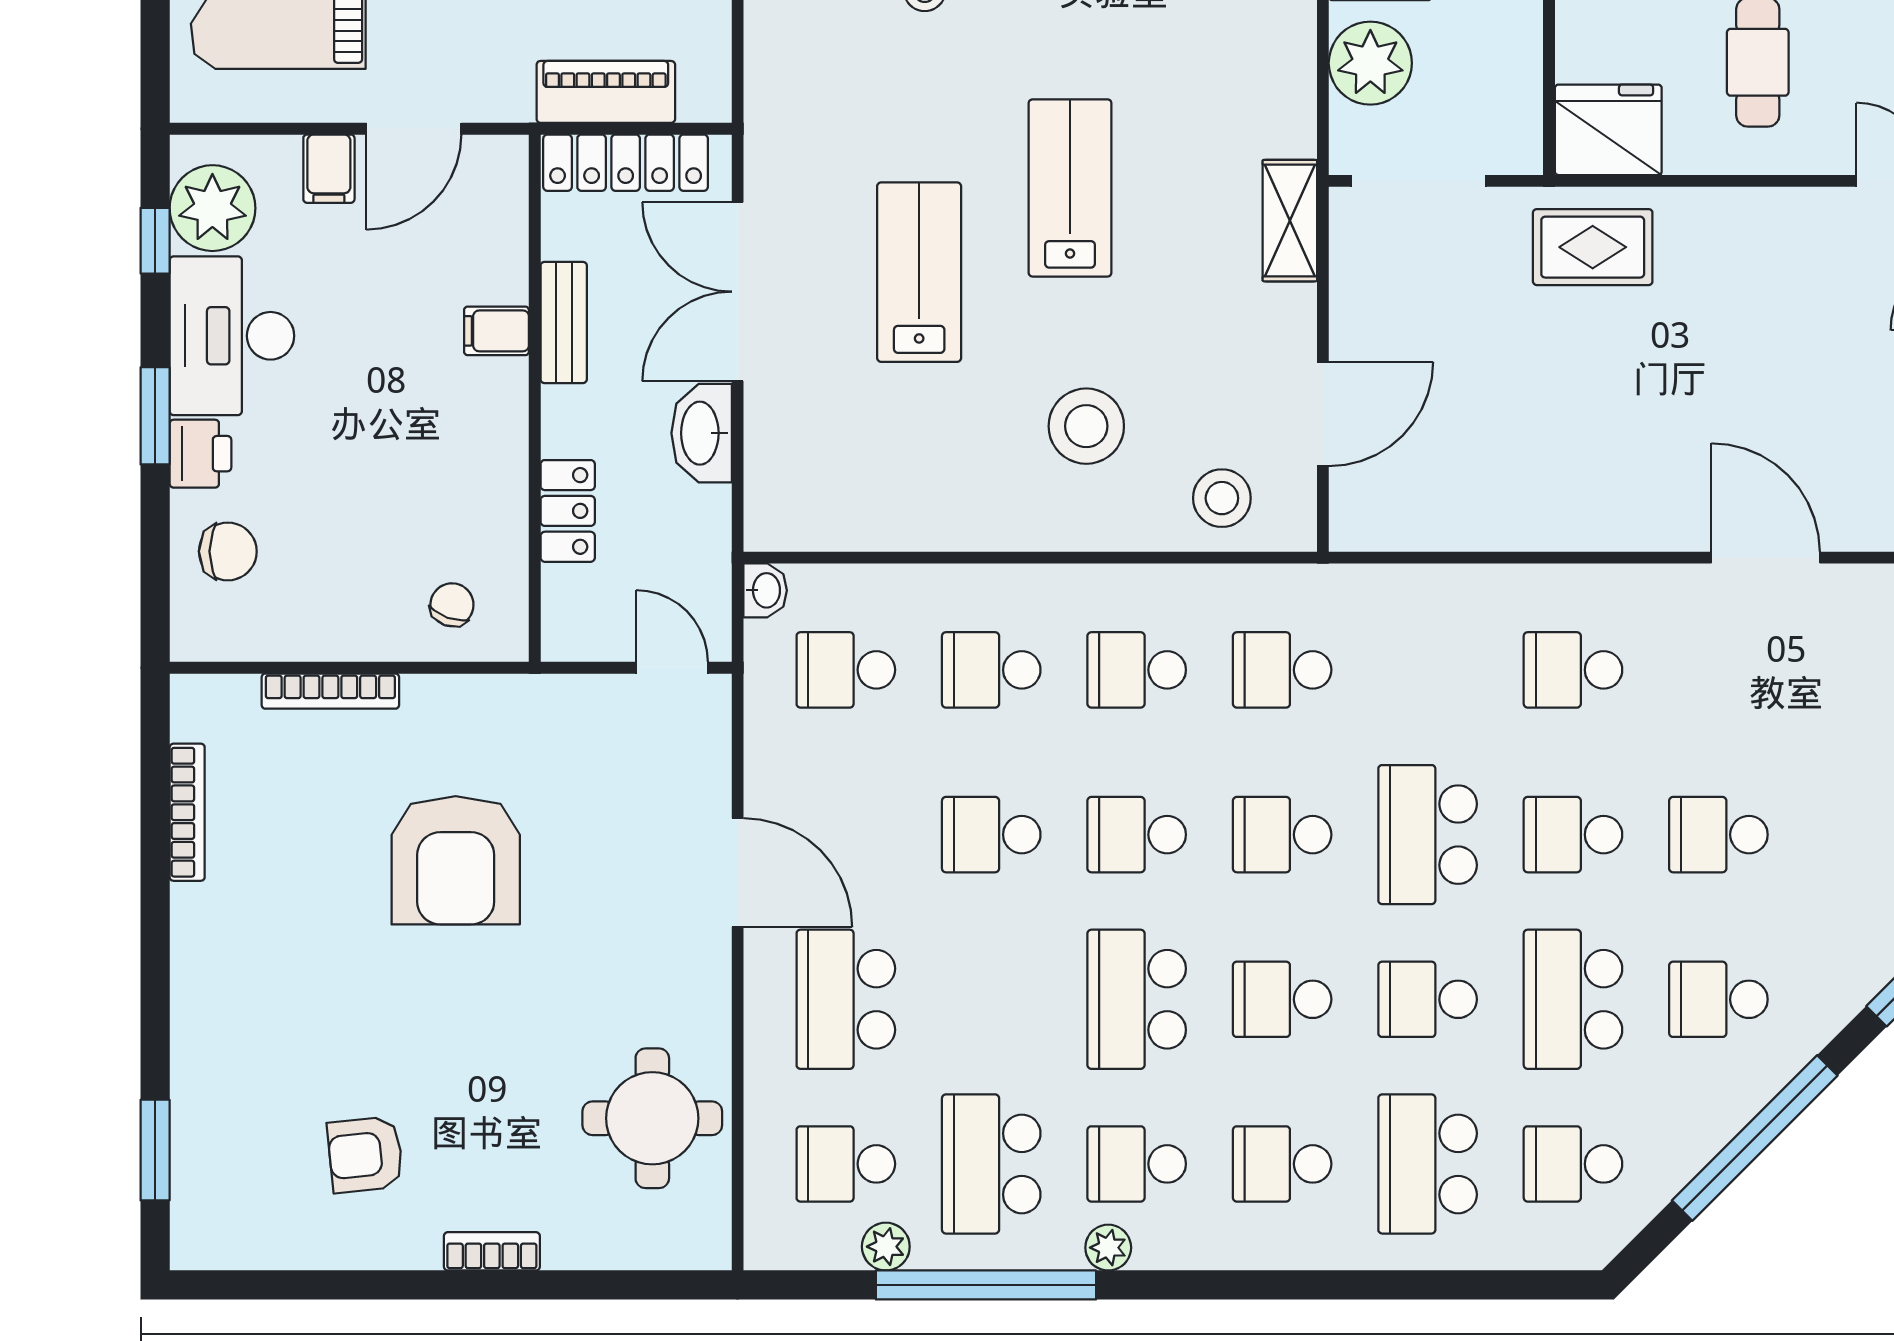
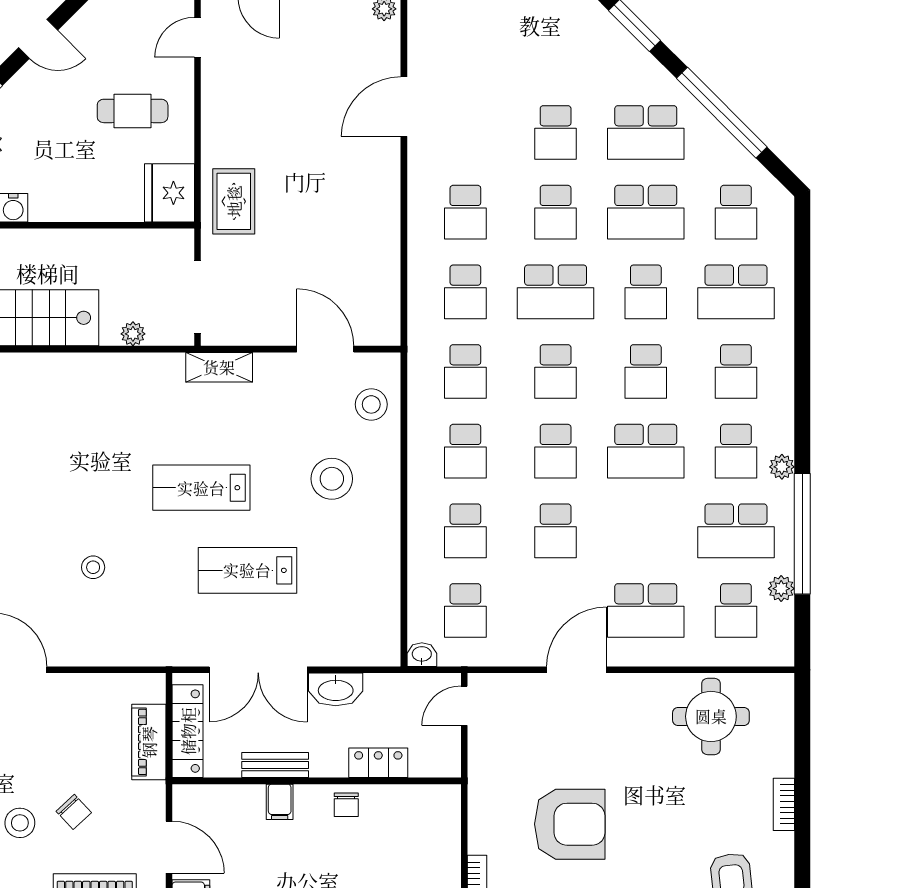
plant: (1370, 63) -> (133, 334), width x0.53, depth x0.53
chair: (452, 605) -> (346, 805), moved, turned -110
school desk: (1428, 670) -> (465, 292), added
school desk: (1718, 999) -> (646, 133), width x1.85

